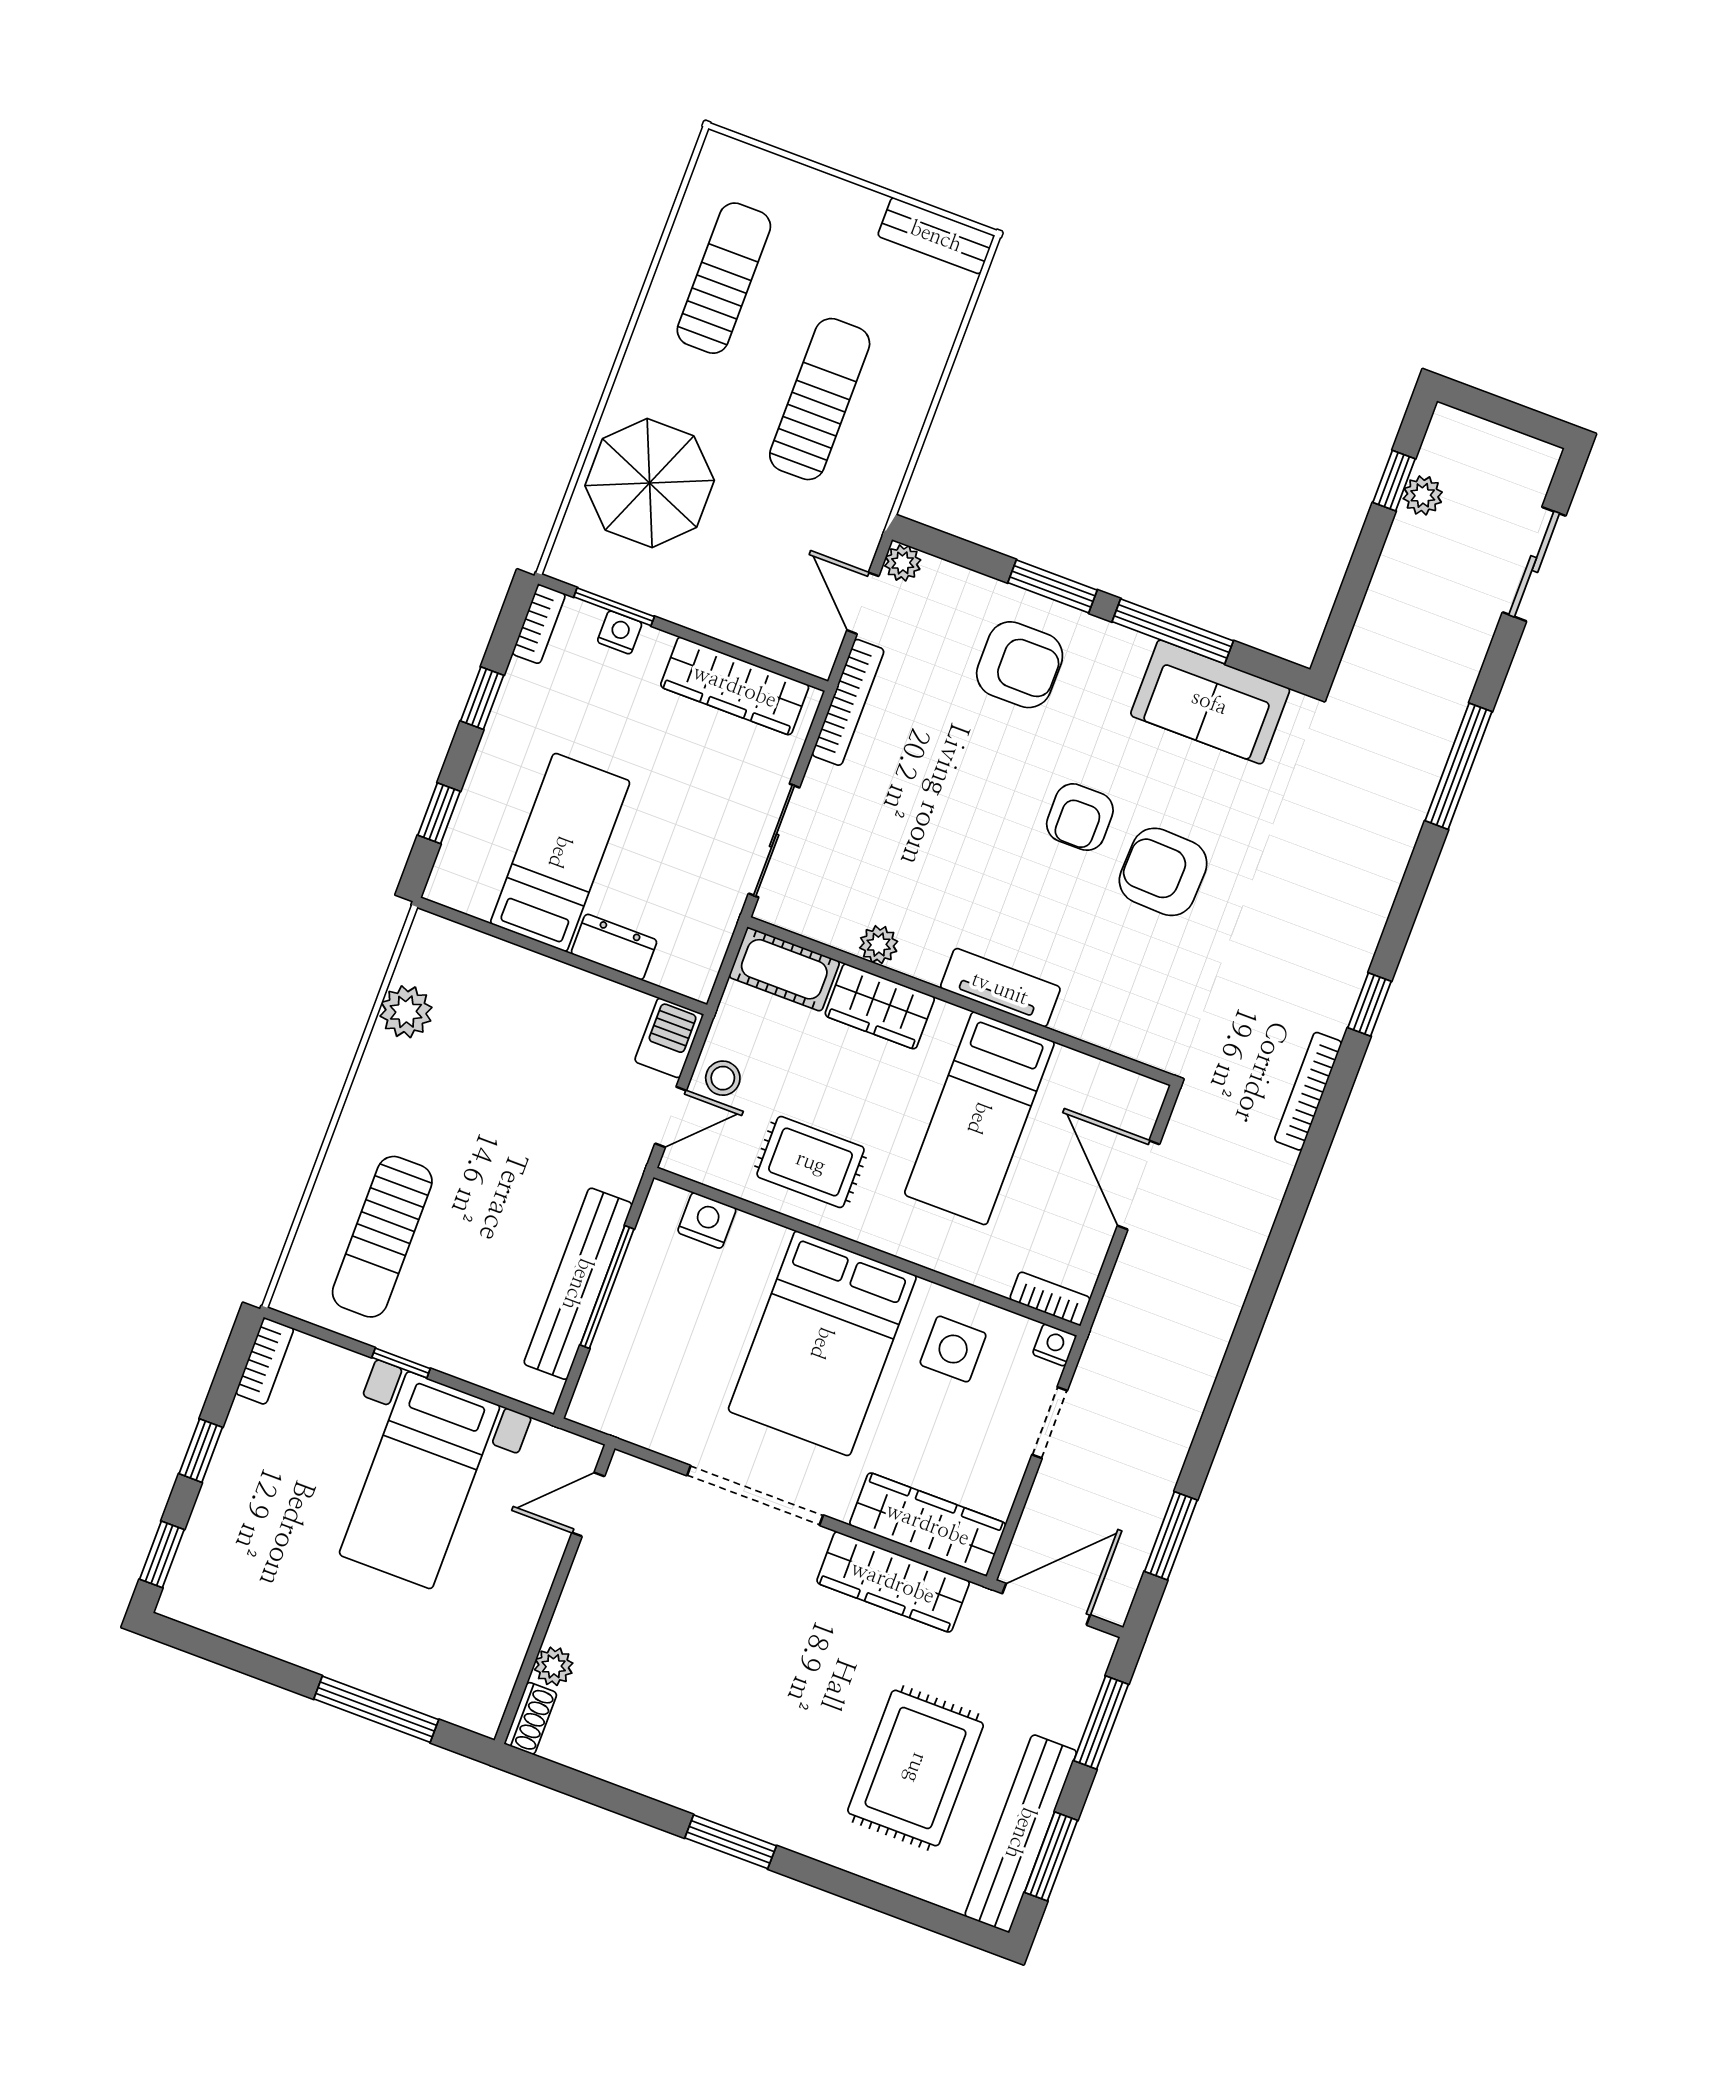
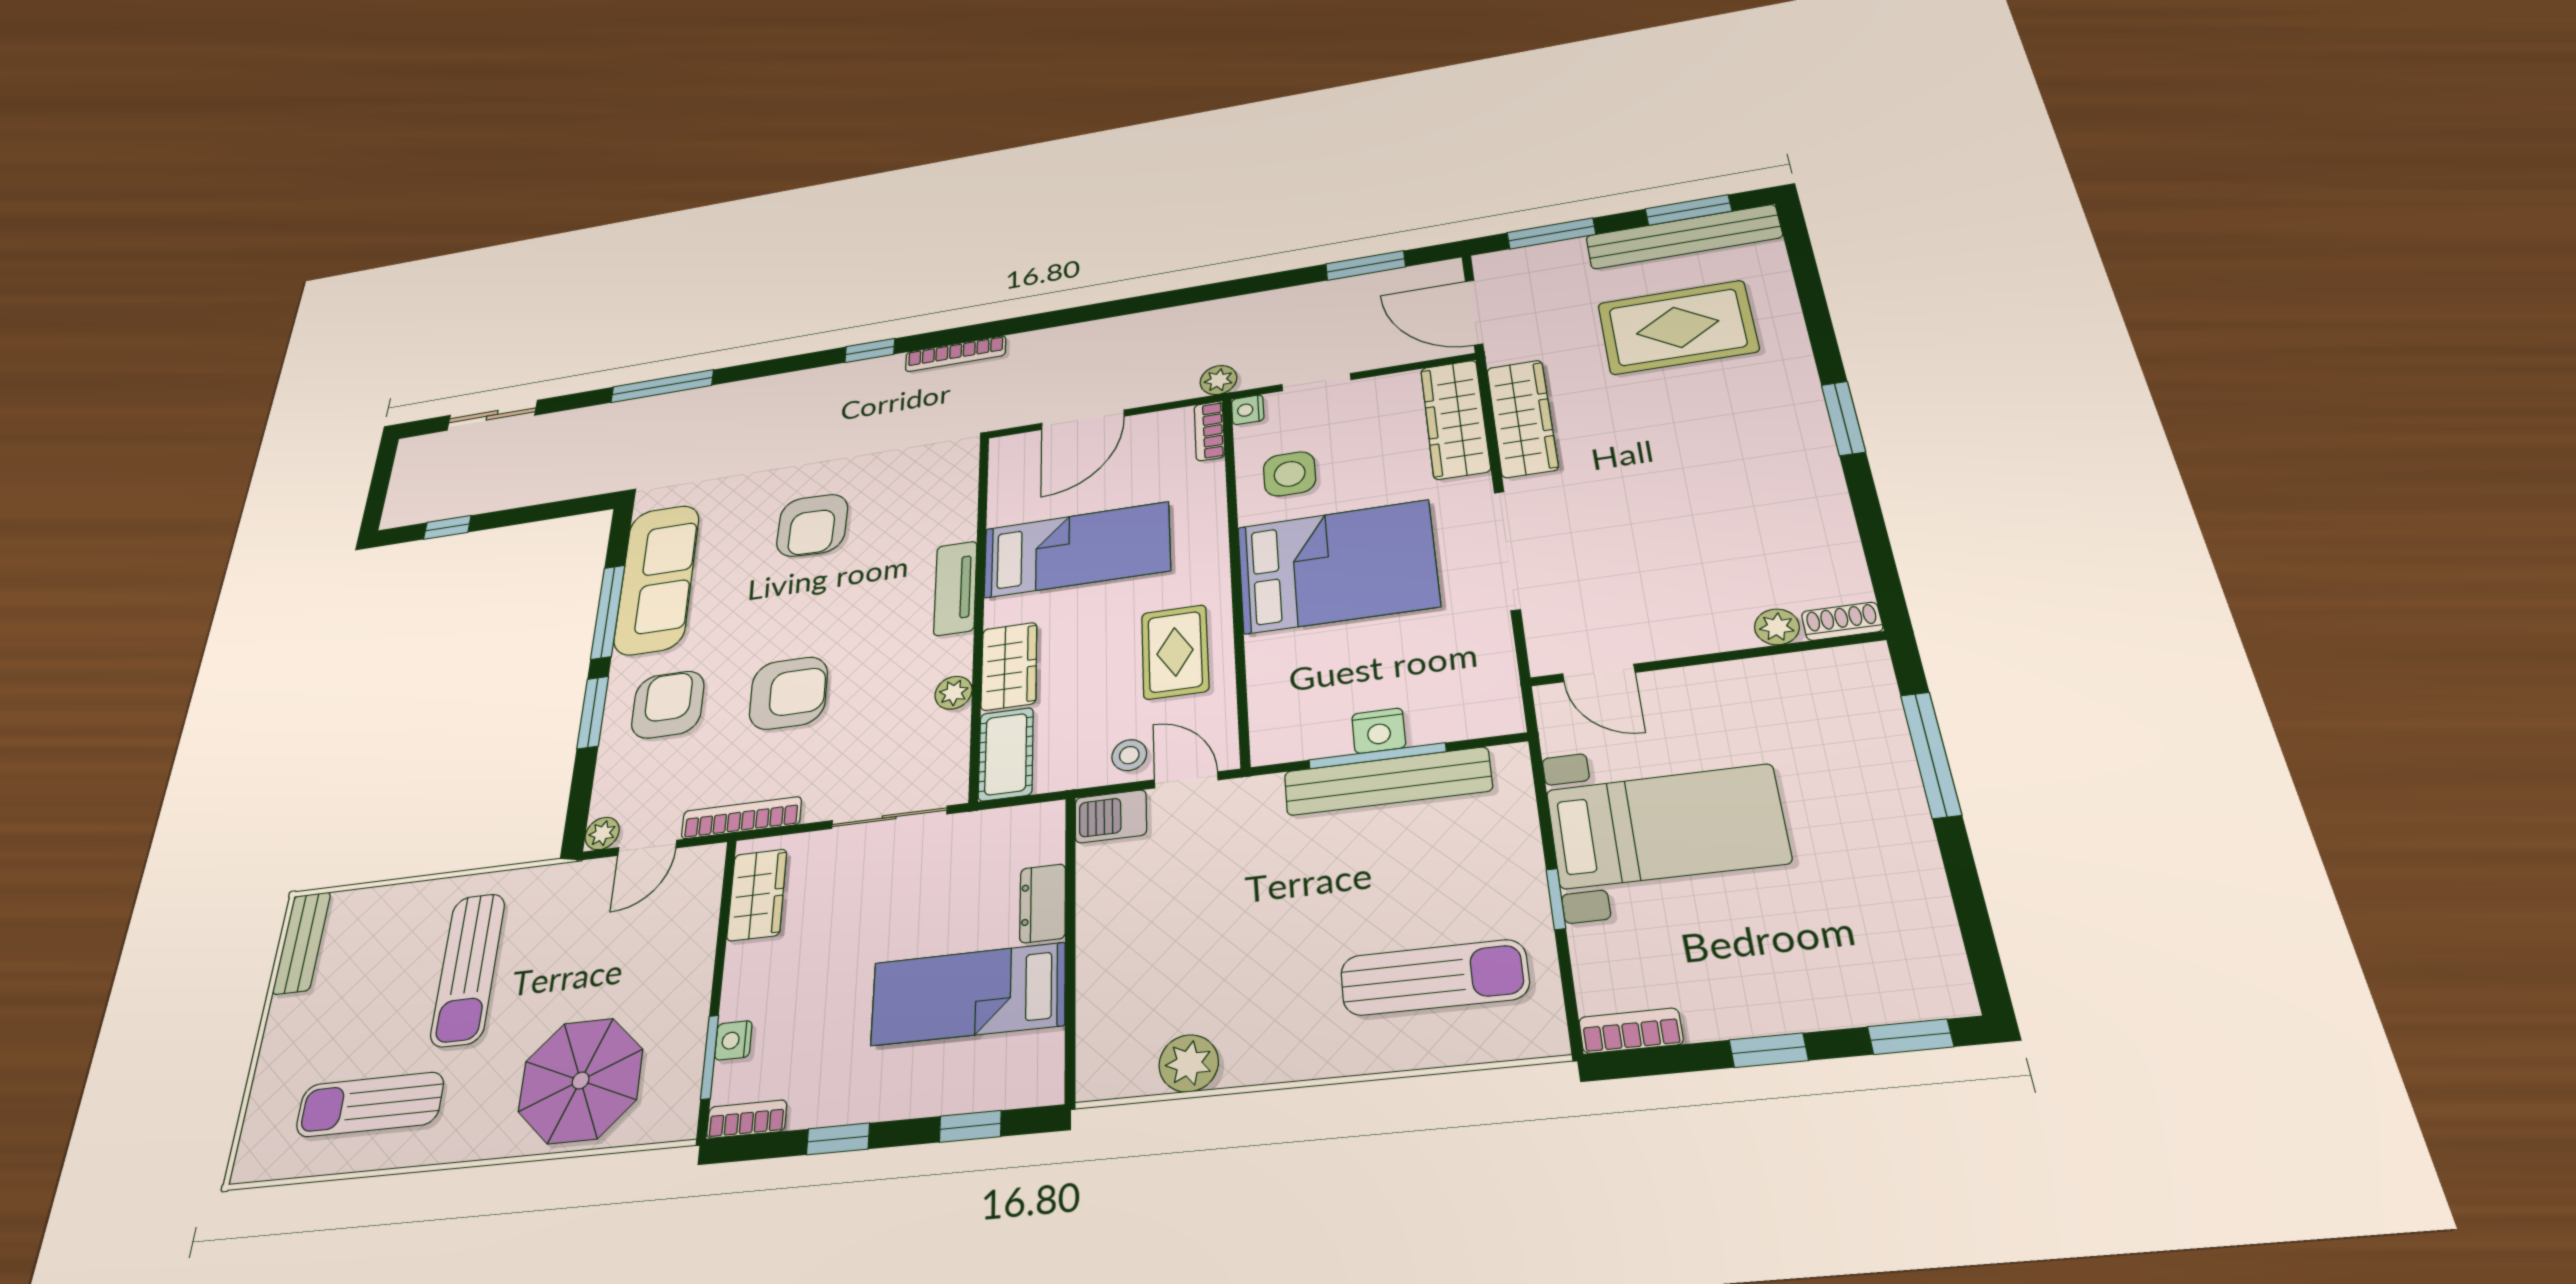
sun lounger: (820, 399) -> (468, 969), turned -90
plant: (1423, 495) -> (1218, 380), moved
wardrobe: (735, 686) -> (757, 895), width x0.67
sofa: (1210, 702) -> (657, 579), width x1.36
armchair: (1080, 817) -> (788, 693), moved, width x1.38, depth x1.38
nightstand: (707, 1220) -> (1379, 731), moved, turned -90

